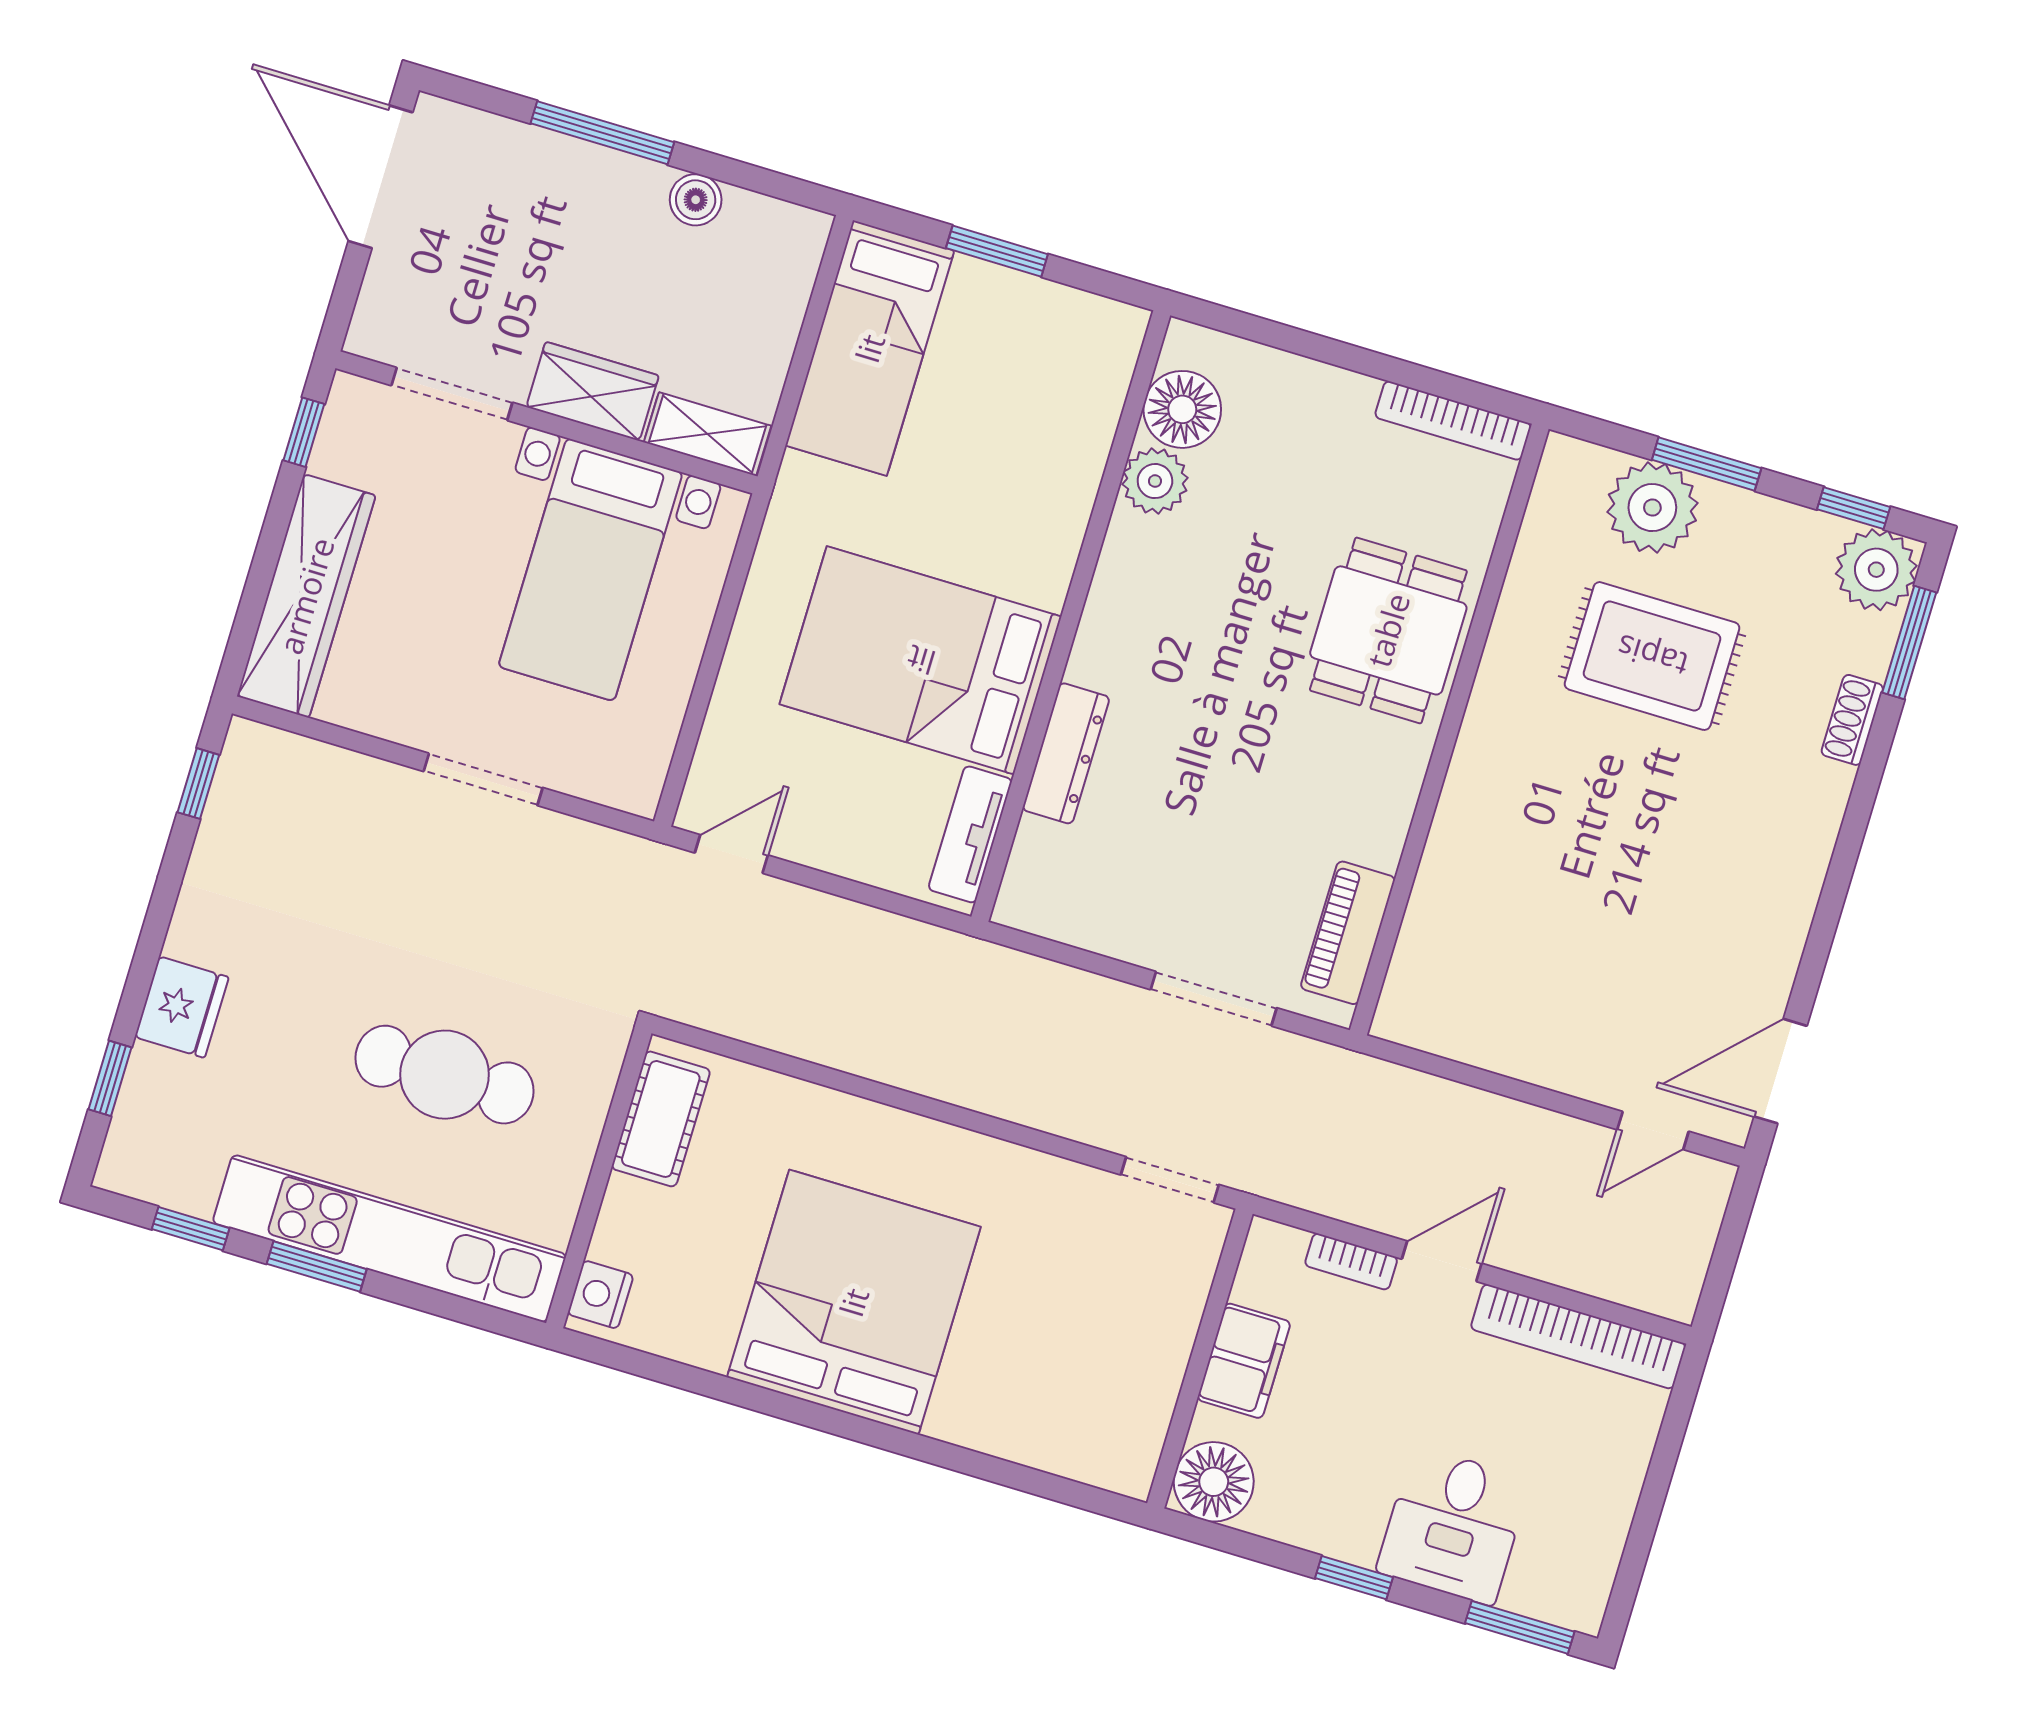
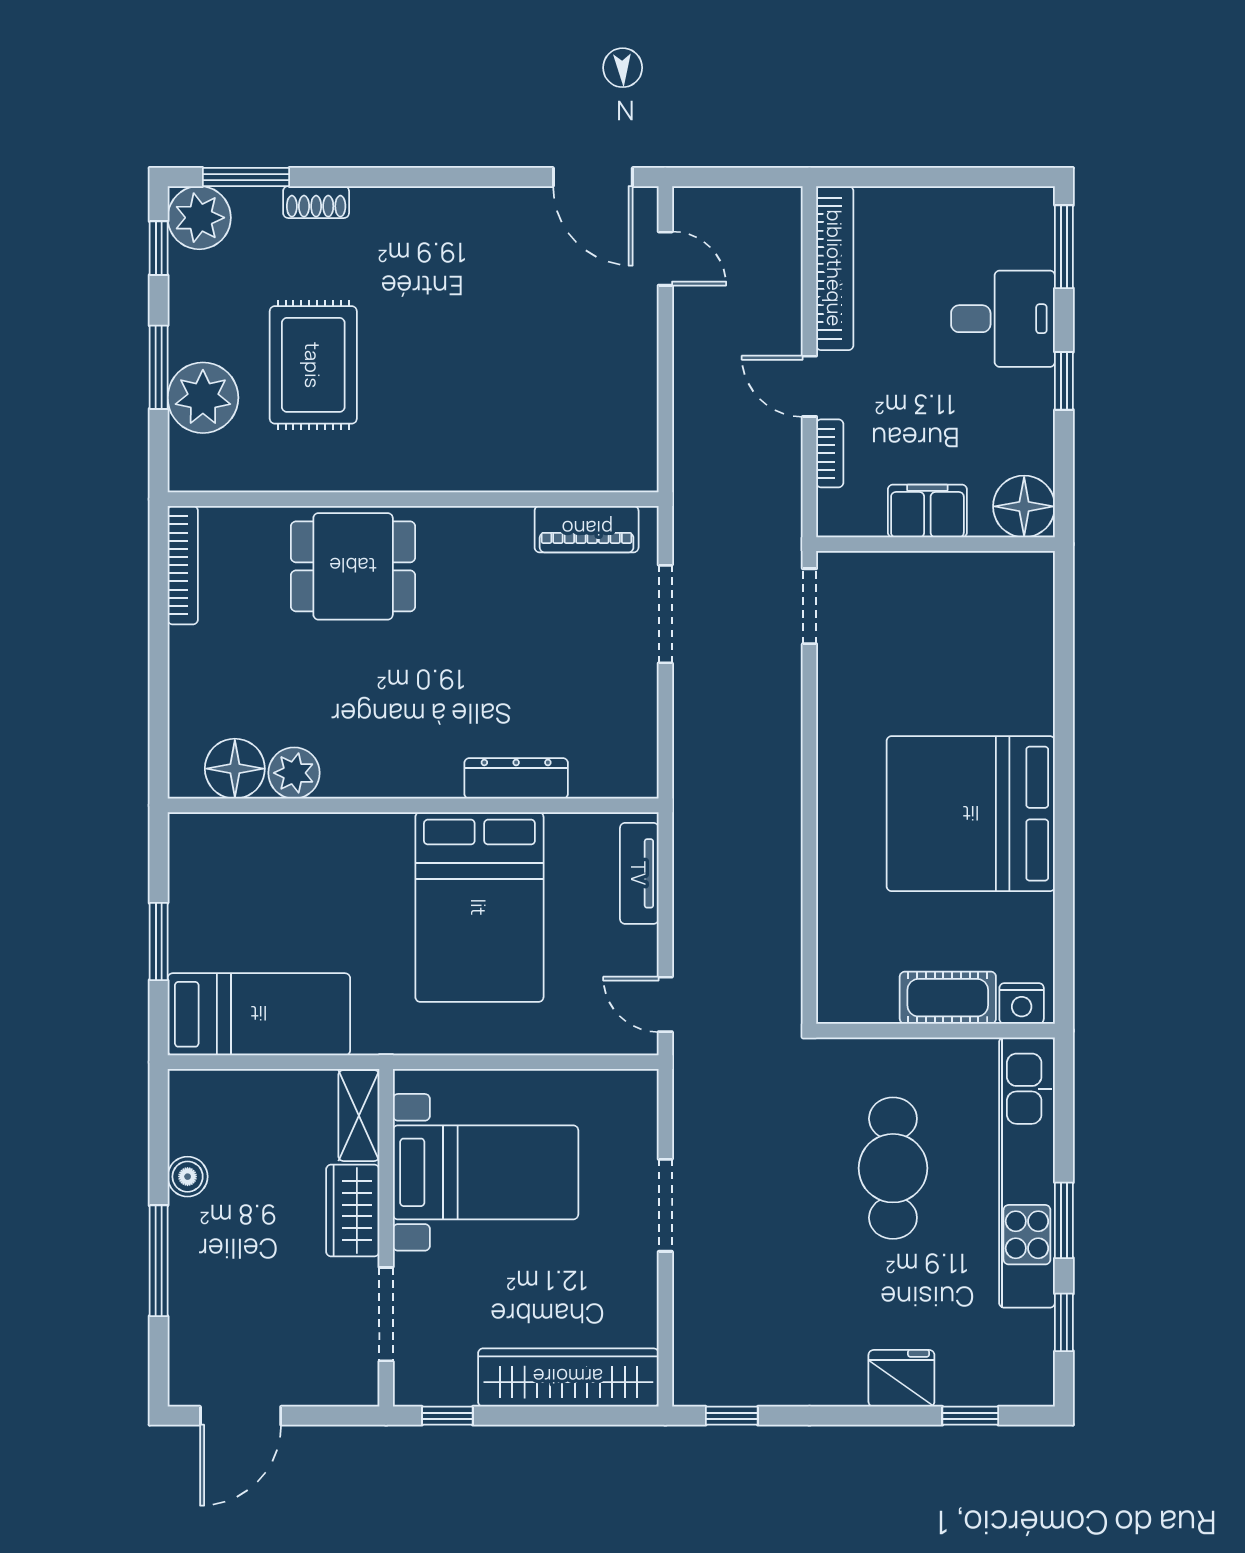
door: (381, 177) -> (241, 1416), width x0.73
tv unit: (970, 834) -> (639, 873), moved, turned 90
cot: (661, 1119) -> (948, 998), moved

